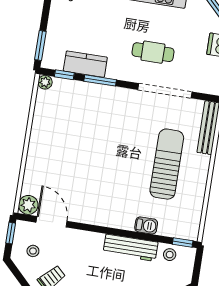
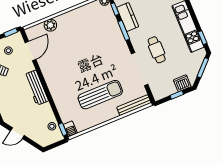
plant: (28, 205) -> (50, 25), moved
barbecue: (146, 225) -> (70, 129), moved
workbench: (131, 248) -> (36, 88), moved

